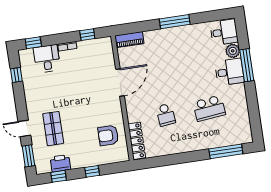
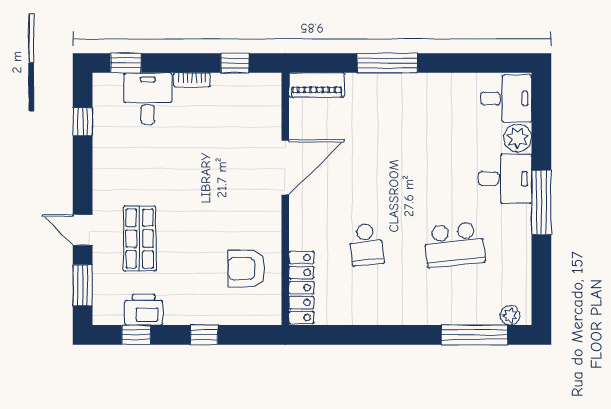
window: (175, 22) -> (387, 63), moved
window: (247, 65) -> (541, 202), moved
plant: (242, 139) -> (510, 315), added

